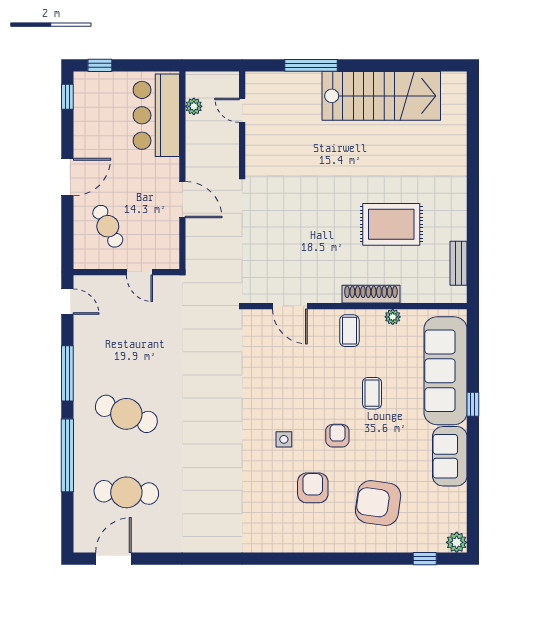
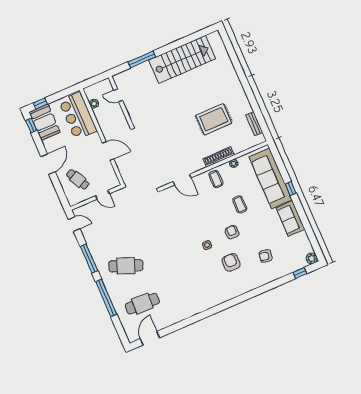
booth: (93, 101) -> (45, 122), added
armchair: (378, 503) -> (266, 256), width x0.53, depth x0.53

